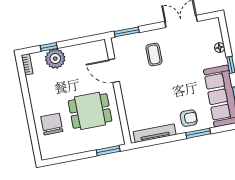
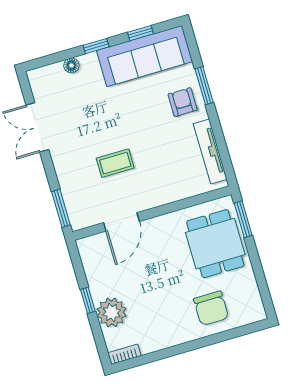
window: (49, 47) -> (88, 300), moved
coffee table: (154, 55) -> (115, 163), moved
dining table: (90, 111) -> (215, 244), moved
chair: (52, 124) -> (211, 308), turned -90

